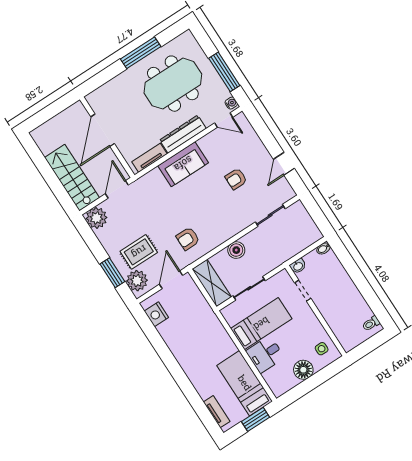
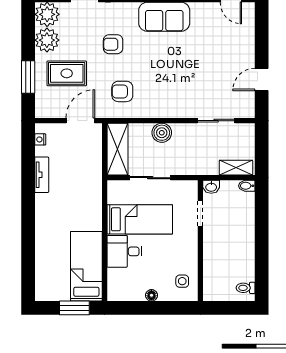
armchair: (236, 179) -> (113, 44), moved
shelving: (307, 240) -> (236, 168), added
plant: (137, 281) -> (47, 40), moved
nightstand: (156, 314) -> (40, 139), width x0.53, depth x0.56
floor lamp: (303, 370) -> (151, 295), width x0.53, depth x0.53
tv unit: (217, 412) -> (42, 175), moved

